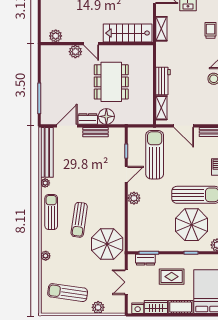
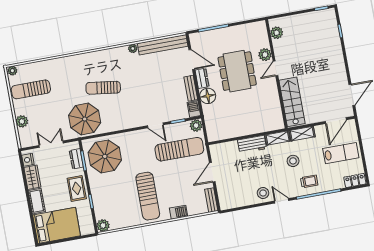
stool: (187, 43) -> (293, 161), added
dining table: (111, 82) -> (237, 71), moved, turned 90
shelving: (161, 108) -> (278, 138), moved
barbecue: (117, 133) -> (194, 109), added
plant: (134, 198) -> (196, 126), moved
sun lounger: (51, 212) -> (106, 59), removed
parasol: (192, 225) -> (105, 156), moved
plant: (46, 256) -> (12, 71), moved
rug: (172, 277) -> (77, 188), moved
sun lounger: (68, 293) -> (31, 89), turned -98

